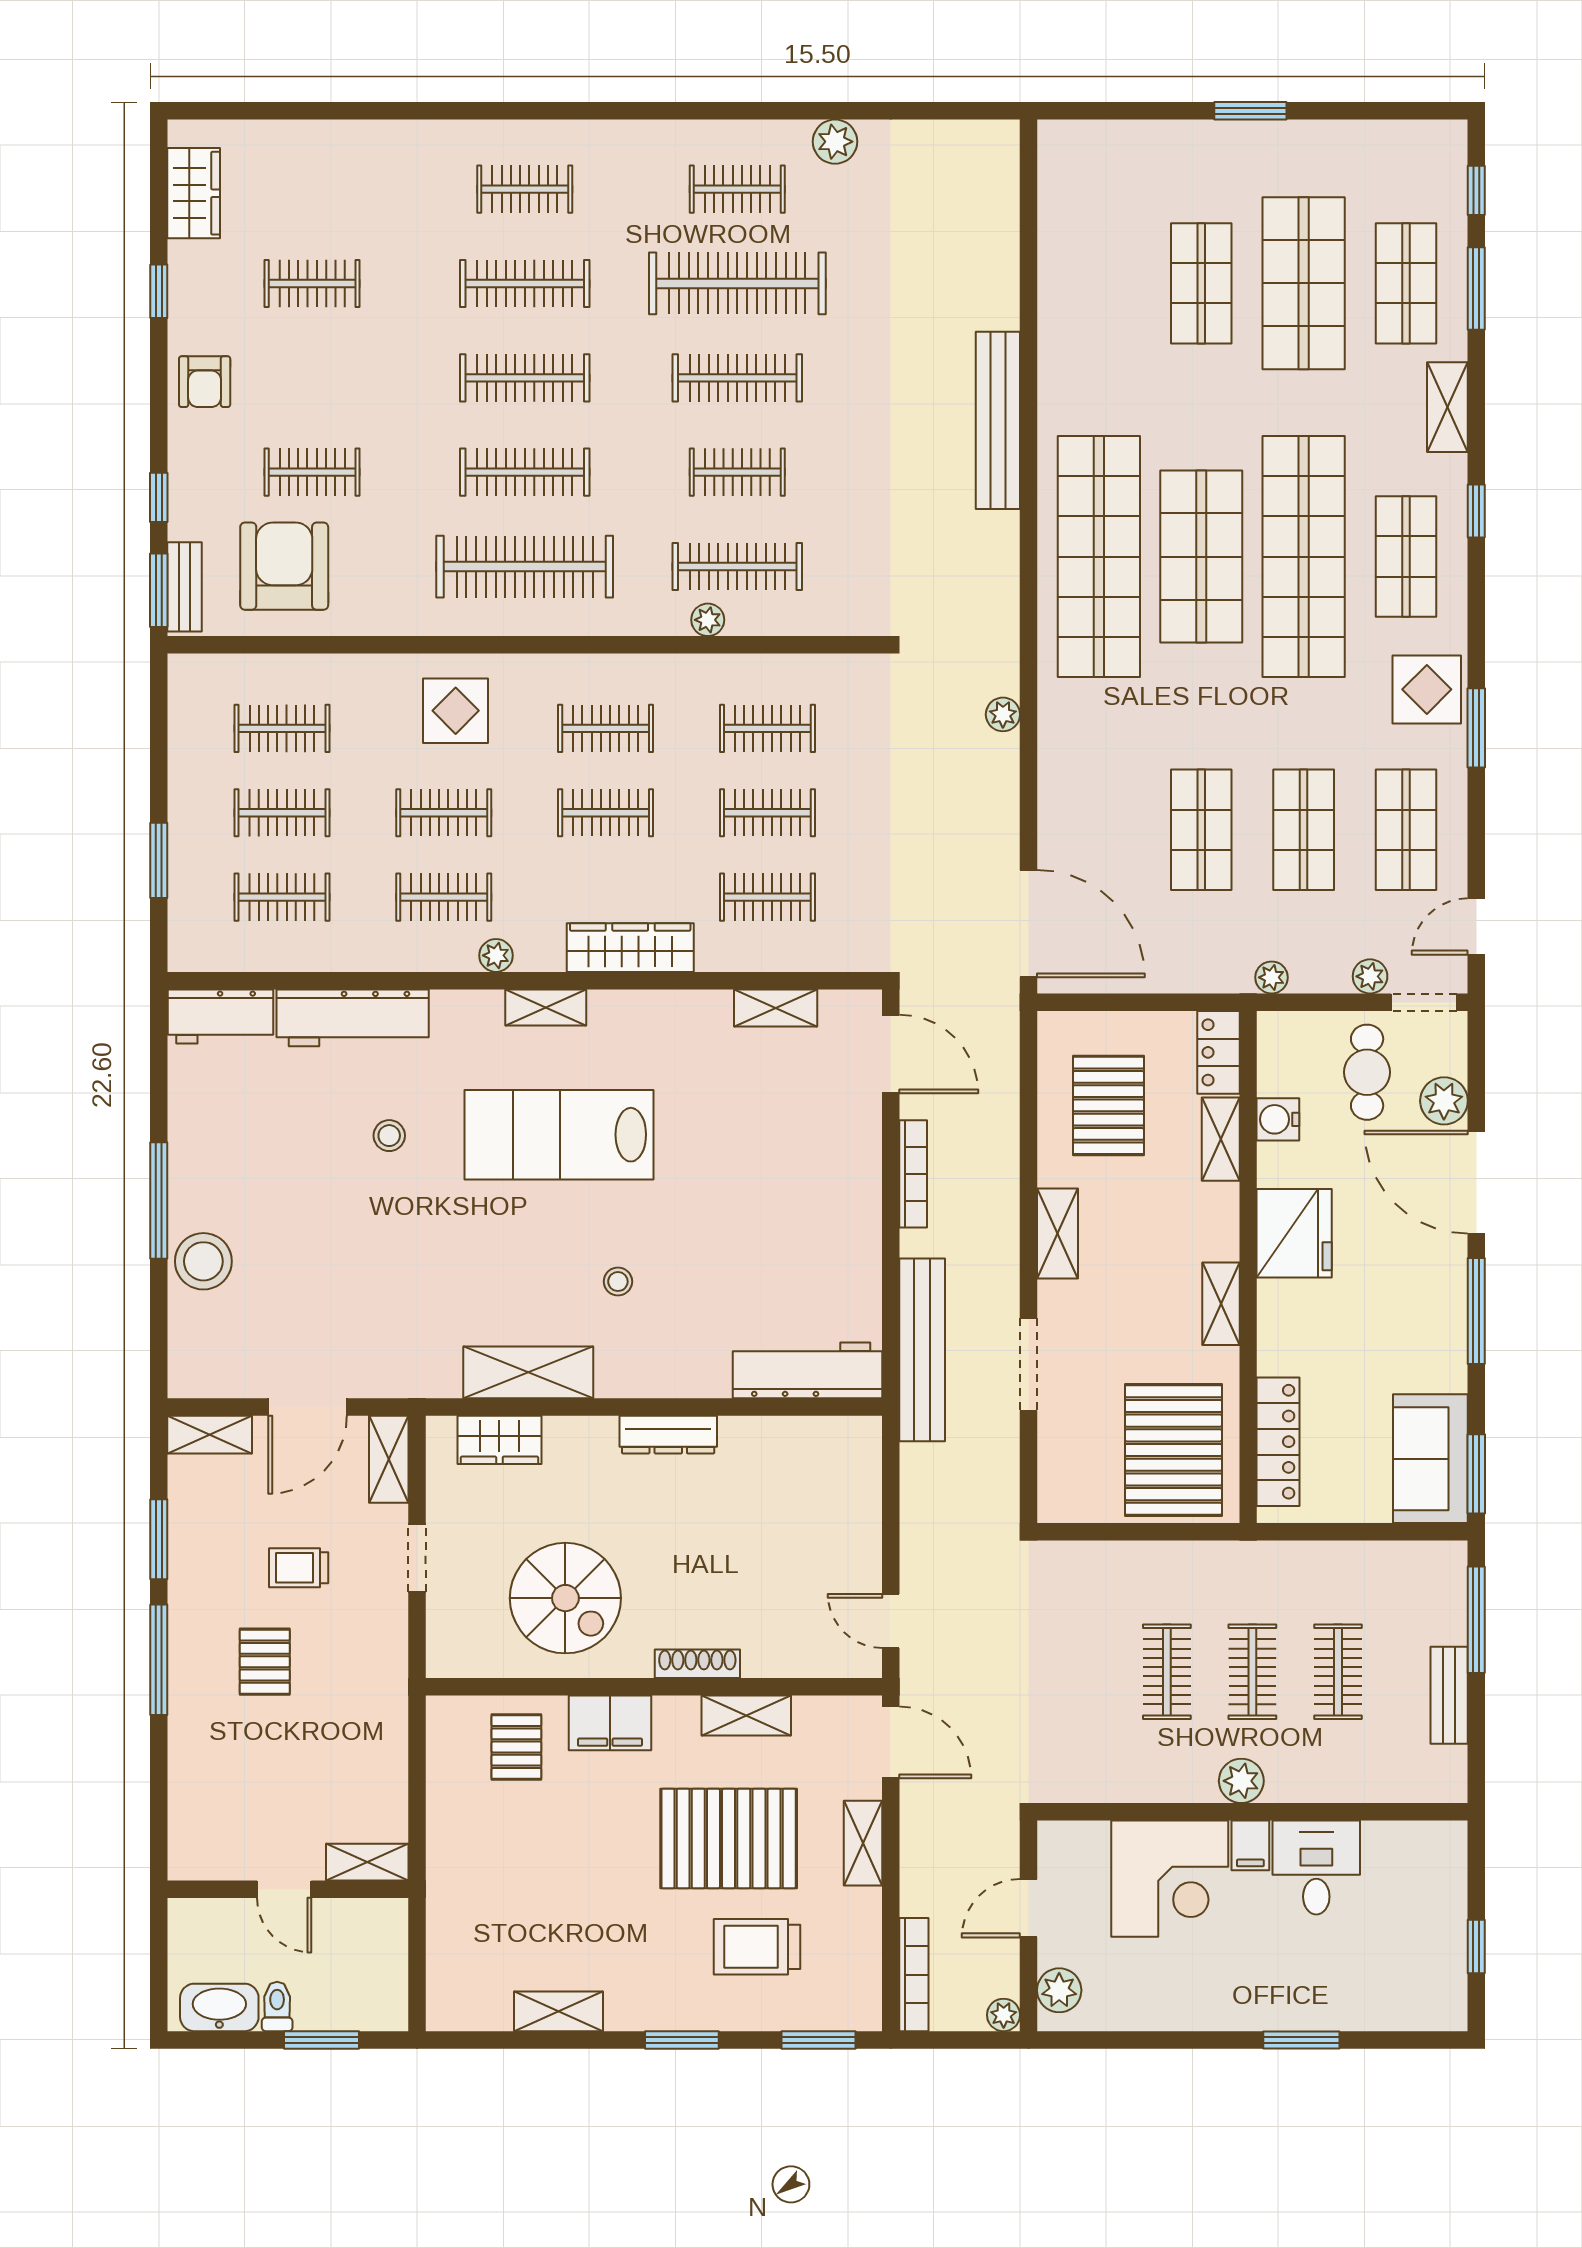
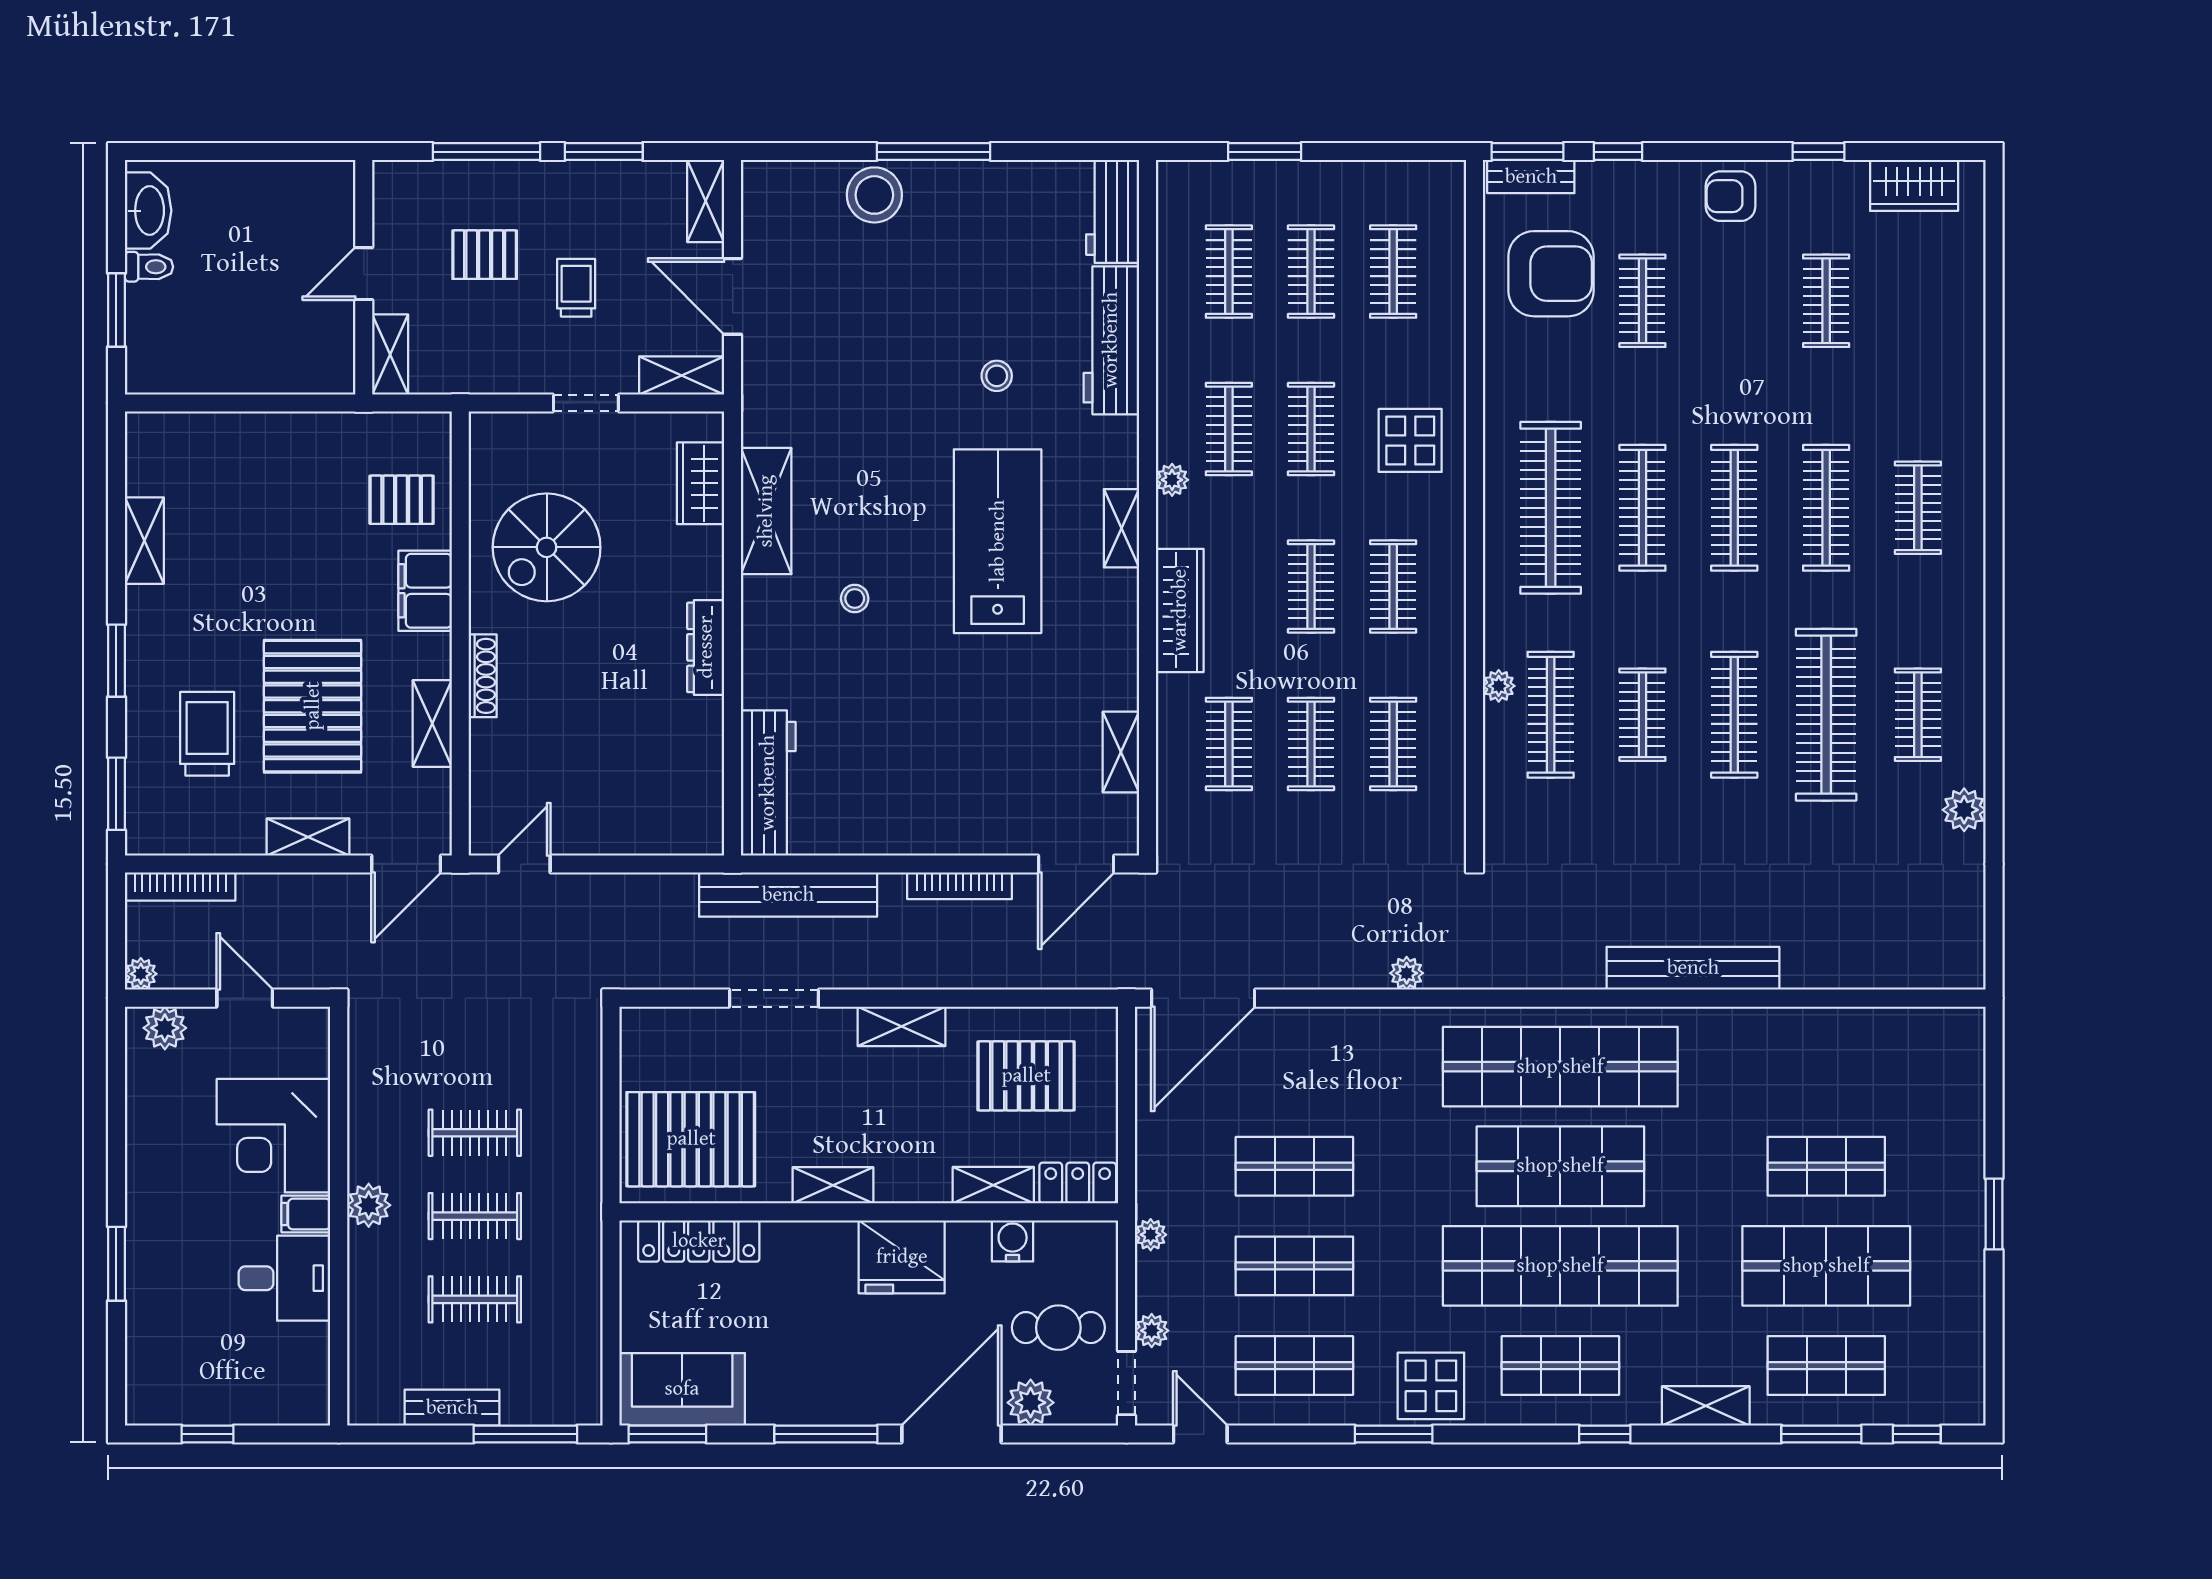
shelving: (367, 1862) -> (390, 355), moved
door: (284, 1889) -> (364, 274), moved
wall: (288, 1889) -> (364, 277), moved

